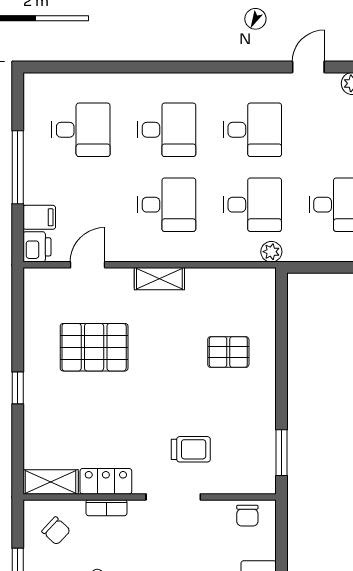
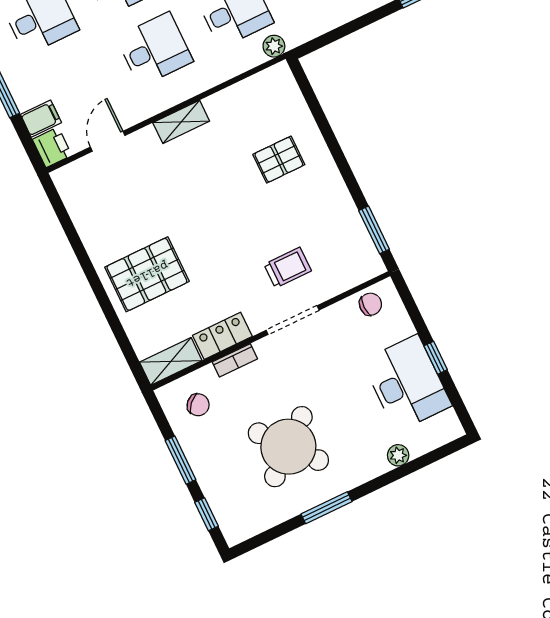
pallet: (94, 347) -> (147, 274), moved
window: (18, 388) -> (98, 288), removed
chair: (247, 516) -> (370, 304), turned -90

